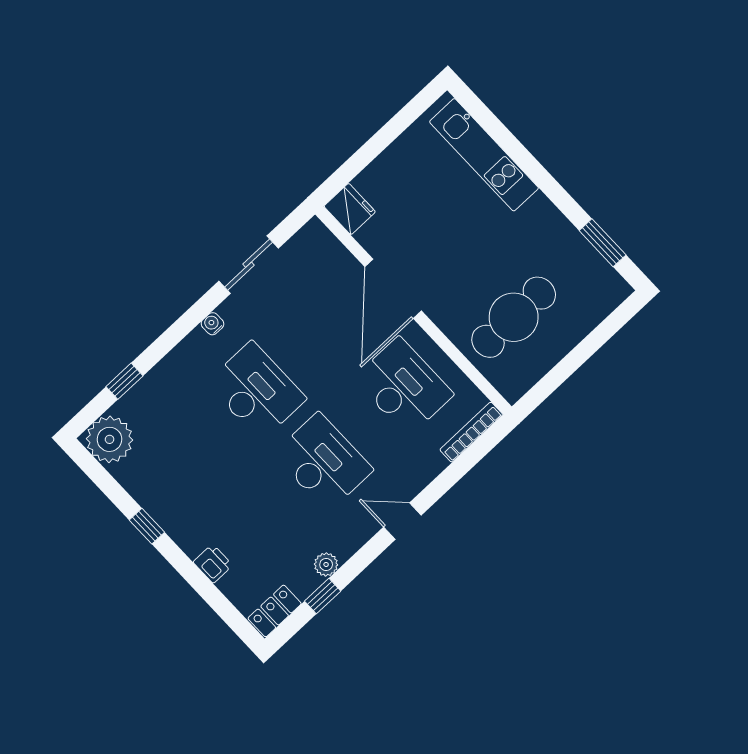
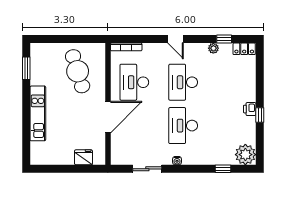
kitchen unit: (484, 155) -> (38, 113), moved
fridge: (350, 209) -> (83, 157), moved, turned 90
cafe table: (514, 317) -> (78, 71), turned 73
printer: (213, 564) -> (250, 109), moved

